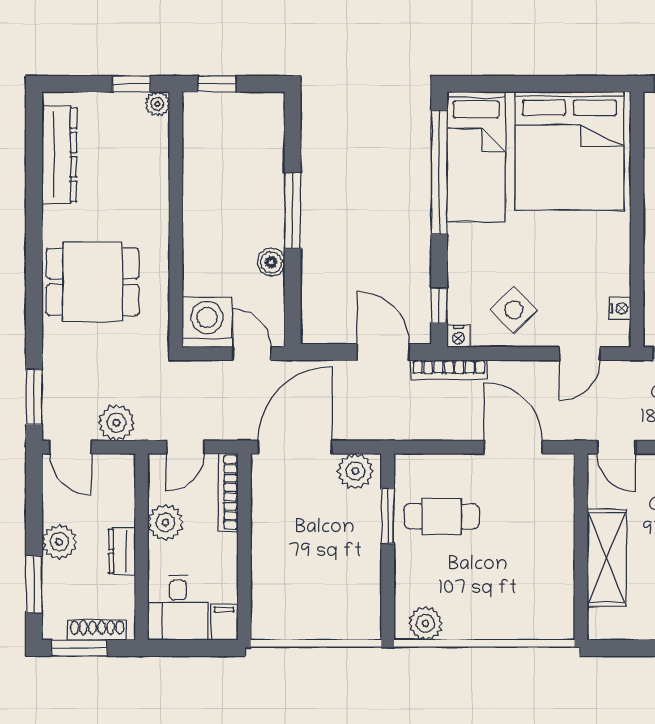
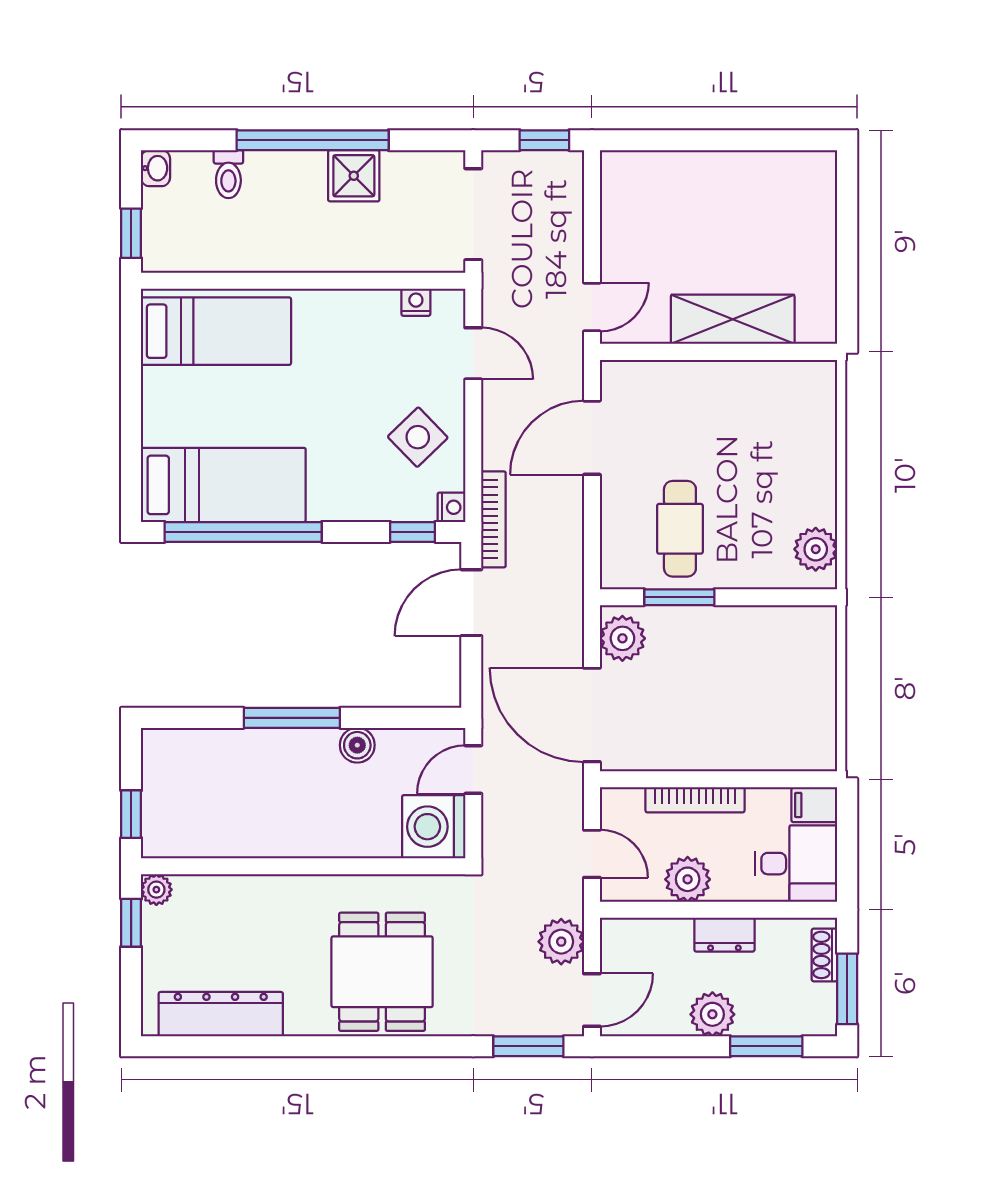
bed: (569, 151) -> (216, 331), width x0.49
bookcase: (228, 492) -> (695, 800), moved
shoe rack: (97, 630) -> (824, 955), width x0.70

